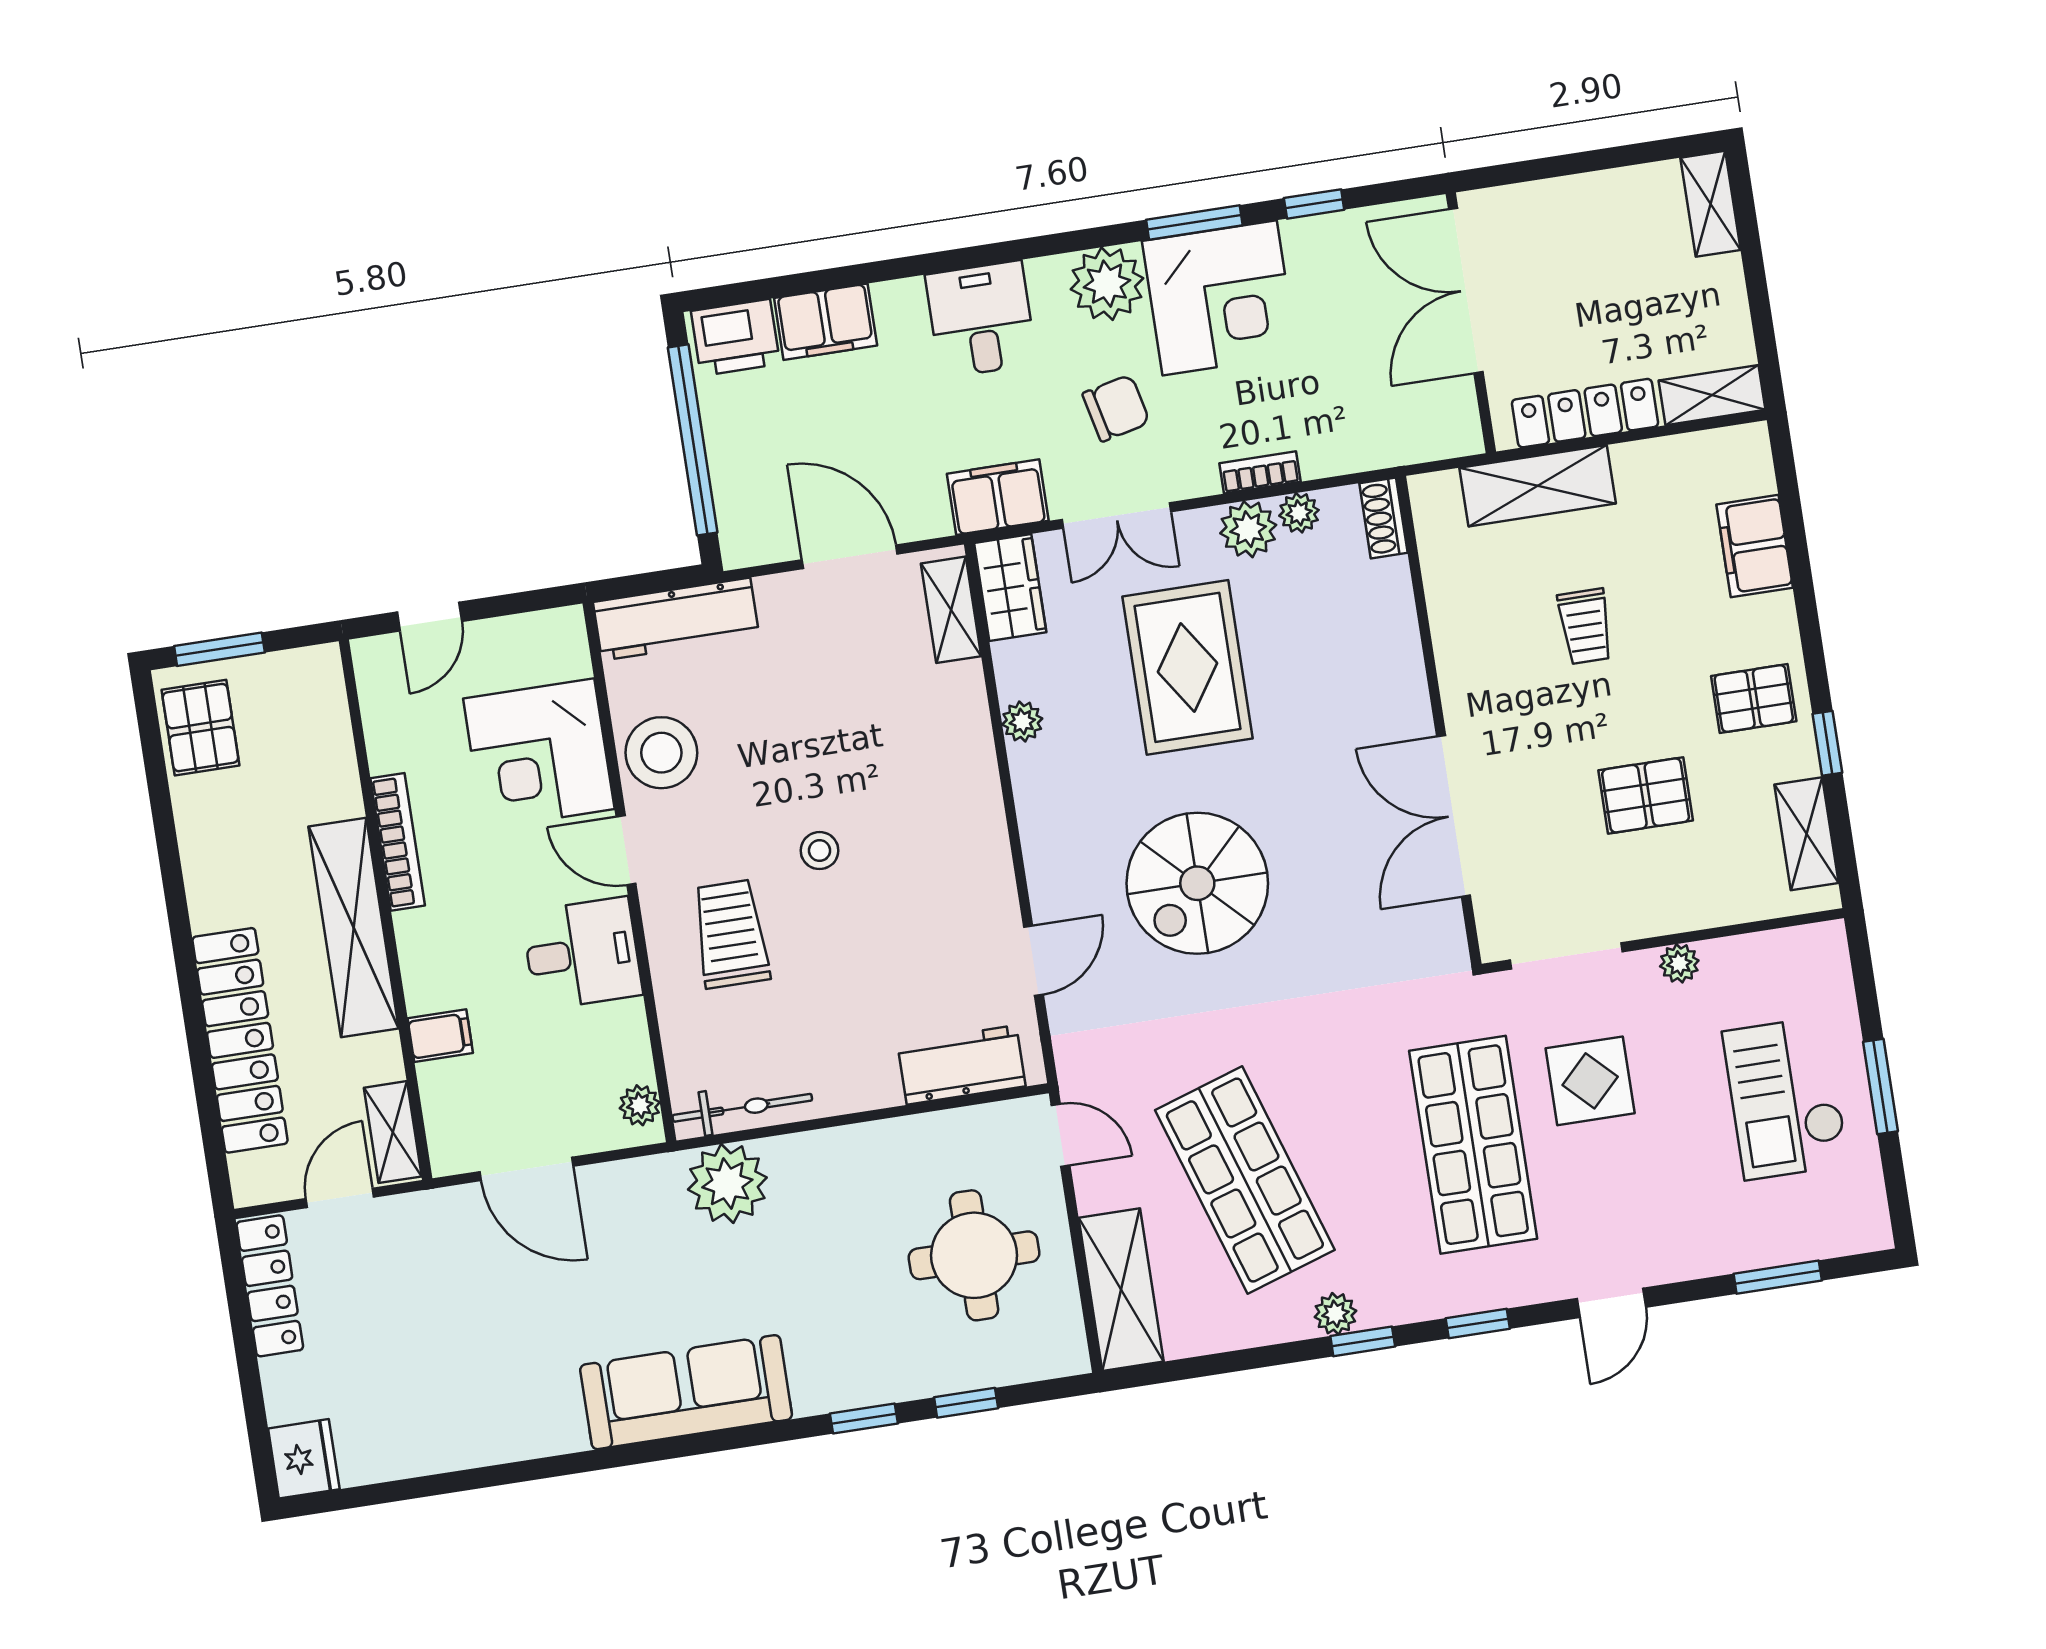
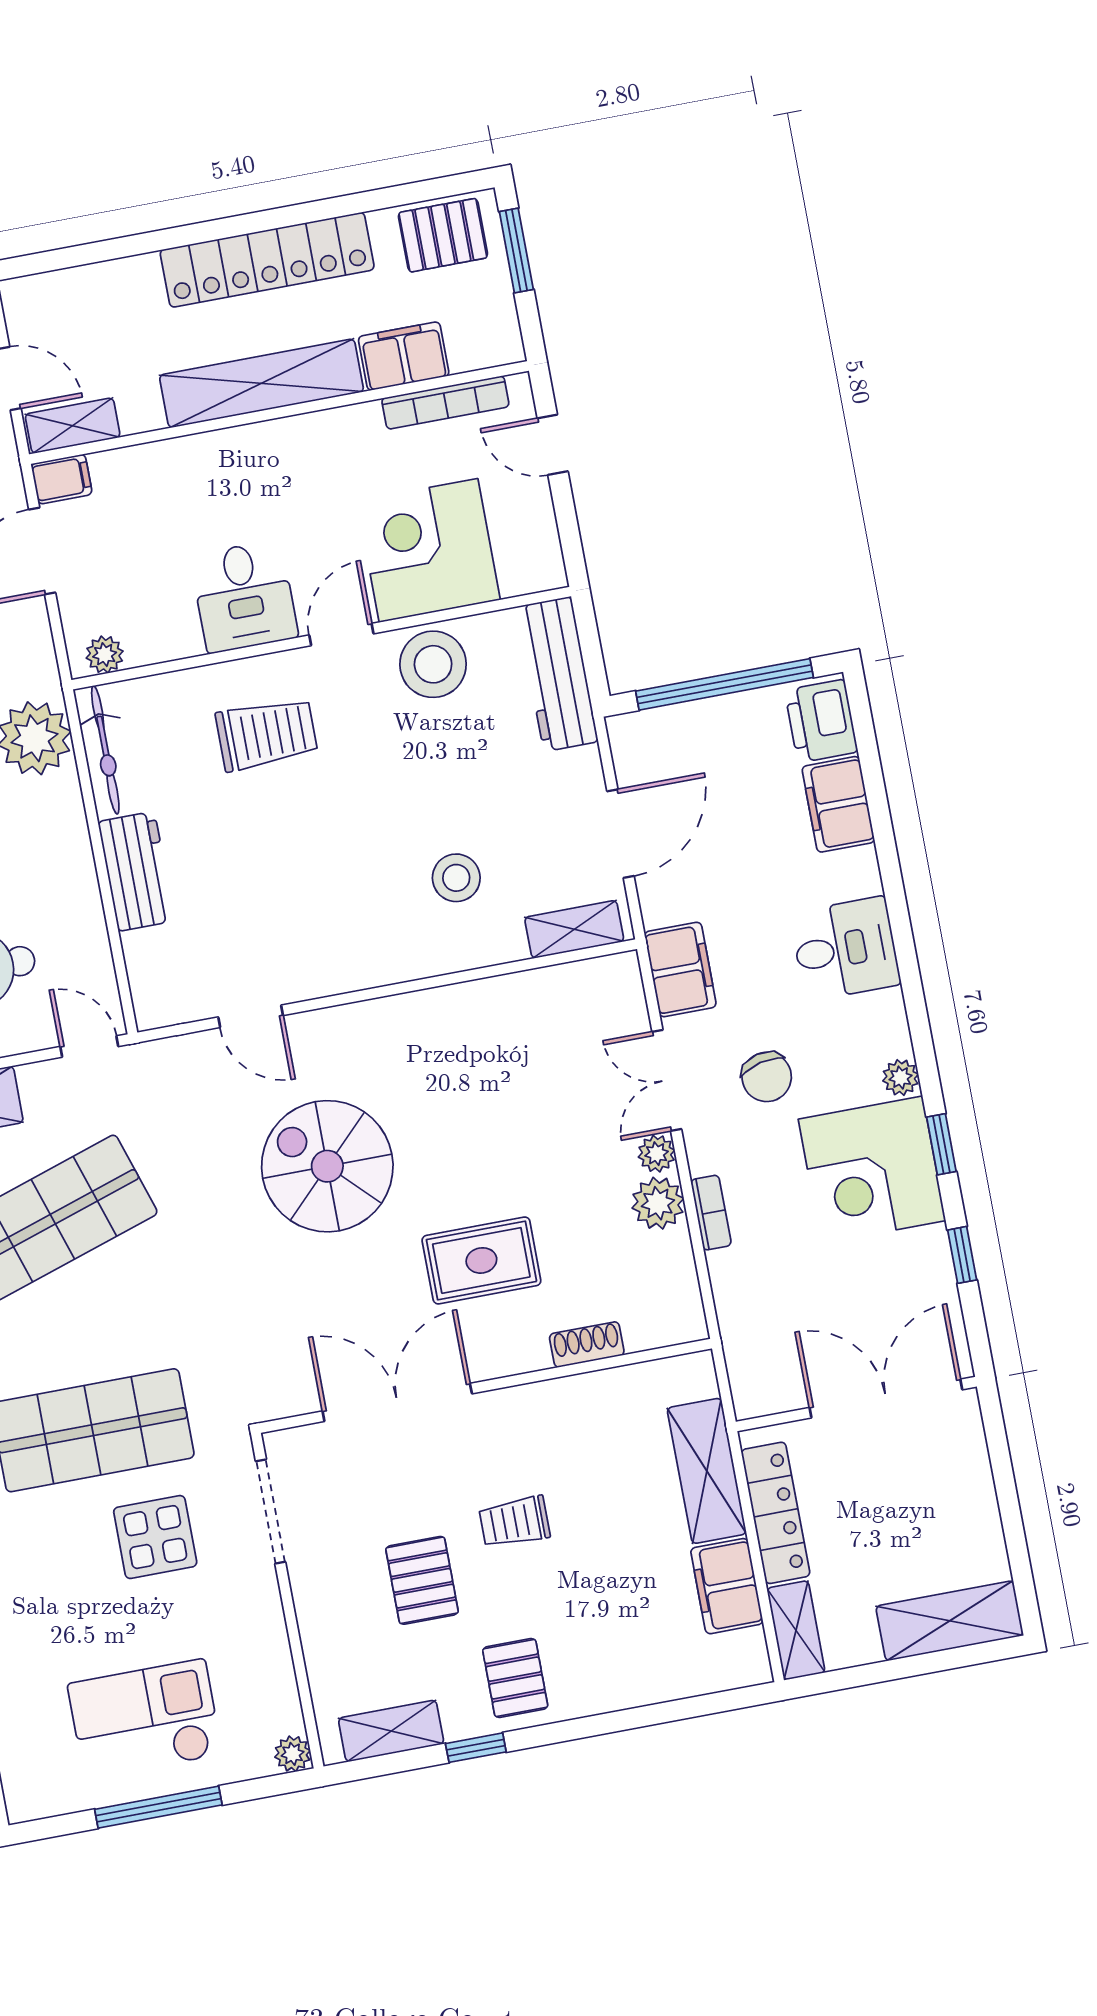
shelving: (1711, 204) -> (950, 1621), width x1.50, depth x1.33
window: (1194, 222) -> (941, 1144), width x0.67
plant: (1107, 284) -> (901, 1078), width x0.53, depth x0.53
plant: (1299, 513) -> (657, 1154), moved
shoe rack: (1383, 518) -> (587, 1345), moved
filing cabinet: (1755, 546) -> (727, 1586), moved, turned -90
wardrobe: (1010, 588) -> (597, 984), removed
trolley: (1585, 626) -> (514, 1522), moved
rug: (1187, 667) -> (481, 1260), moved, width x0.73, depth x0.70
plant: (1022, 722) -> (473, 999), removed
filing cabinet: (329, 774) -> (404, 356), added
bookcase: (398, 842) -> (445, 402), moved
stool: (820, 851) -> (456, 878), moved, width x1.37, depth x1.37
plant: (1679, 963) -> (293, 1754), moved
filing cabinet: (440, 1036) -> (62, 479), moved, turned -90
locker: (240, 1040) -> (267, 260), moved
workbench: (961, 1065) -> (136, 871), moved
window: (1880, 1086) -> (158, 1807), width x1.44
door: (1061, 1135) -> (89, 1046), swing flipped

